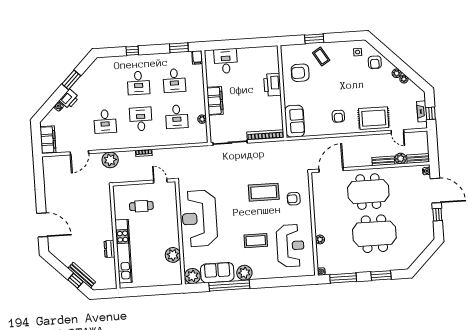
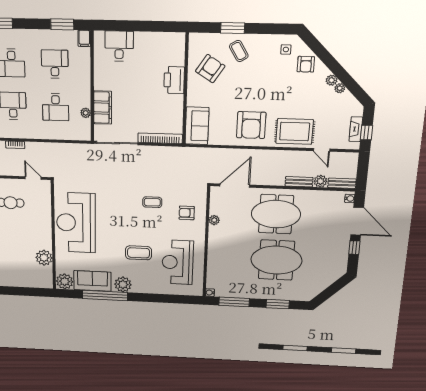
armchair: (300, 73) -> (210, 69), turned 123
desk: (174, 81) -> (55, 64), turned 180
filing cabinet: (215, 101) -> (103, 108), moved
armchair: (338, 116) -> (251, 125), width x1.88, depth x1.88
coffee table: (264, 192) -> (152, 202), width x0.54, depth x0.58
plant: (320, 239) -> (214, 220), moved
reception desk: (290, 246) -> (178, 262), turned 180

